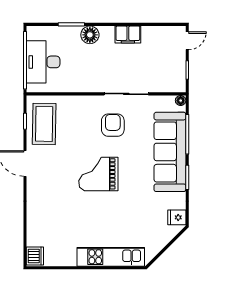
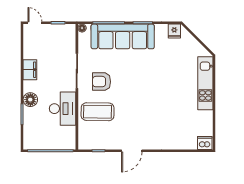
desk: (43, 62) -> (63, 109), moved, turned -90
coffee table: (44, 124) -> (98, 112), moved
grand piano: (98, 174) -> (140, 93), removed

